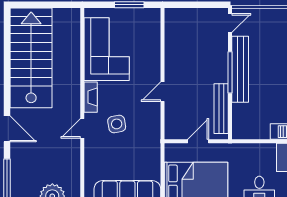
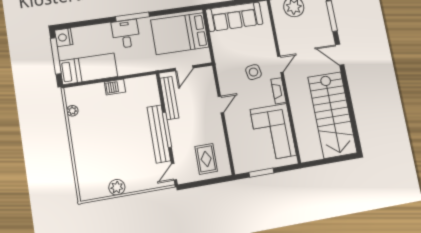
rug: (191, 31) -> (206, 159), added

